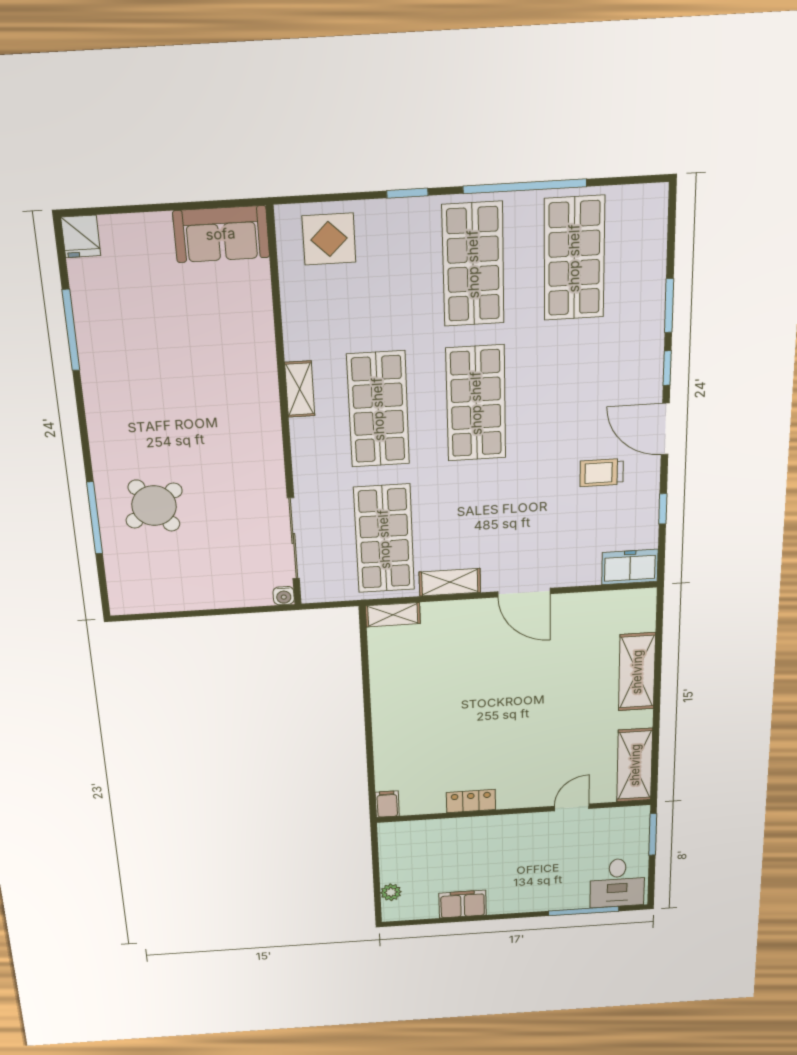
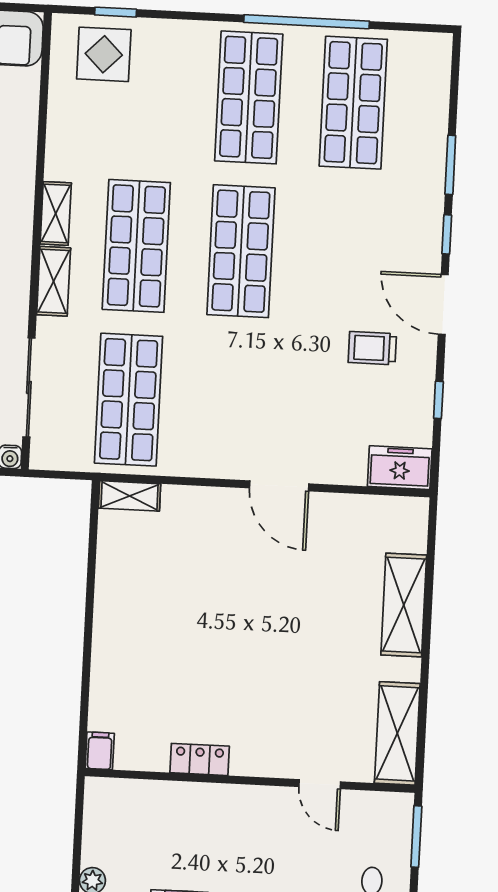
window: (407, 193) -> (116, 12), moved
shelving: (450, 582) -> (54, 281), moved, turned 90
door: (572, 807) -> (320, 784), swing flipped

